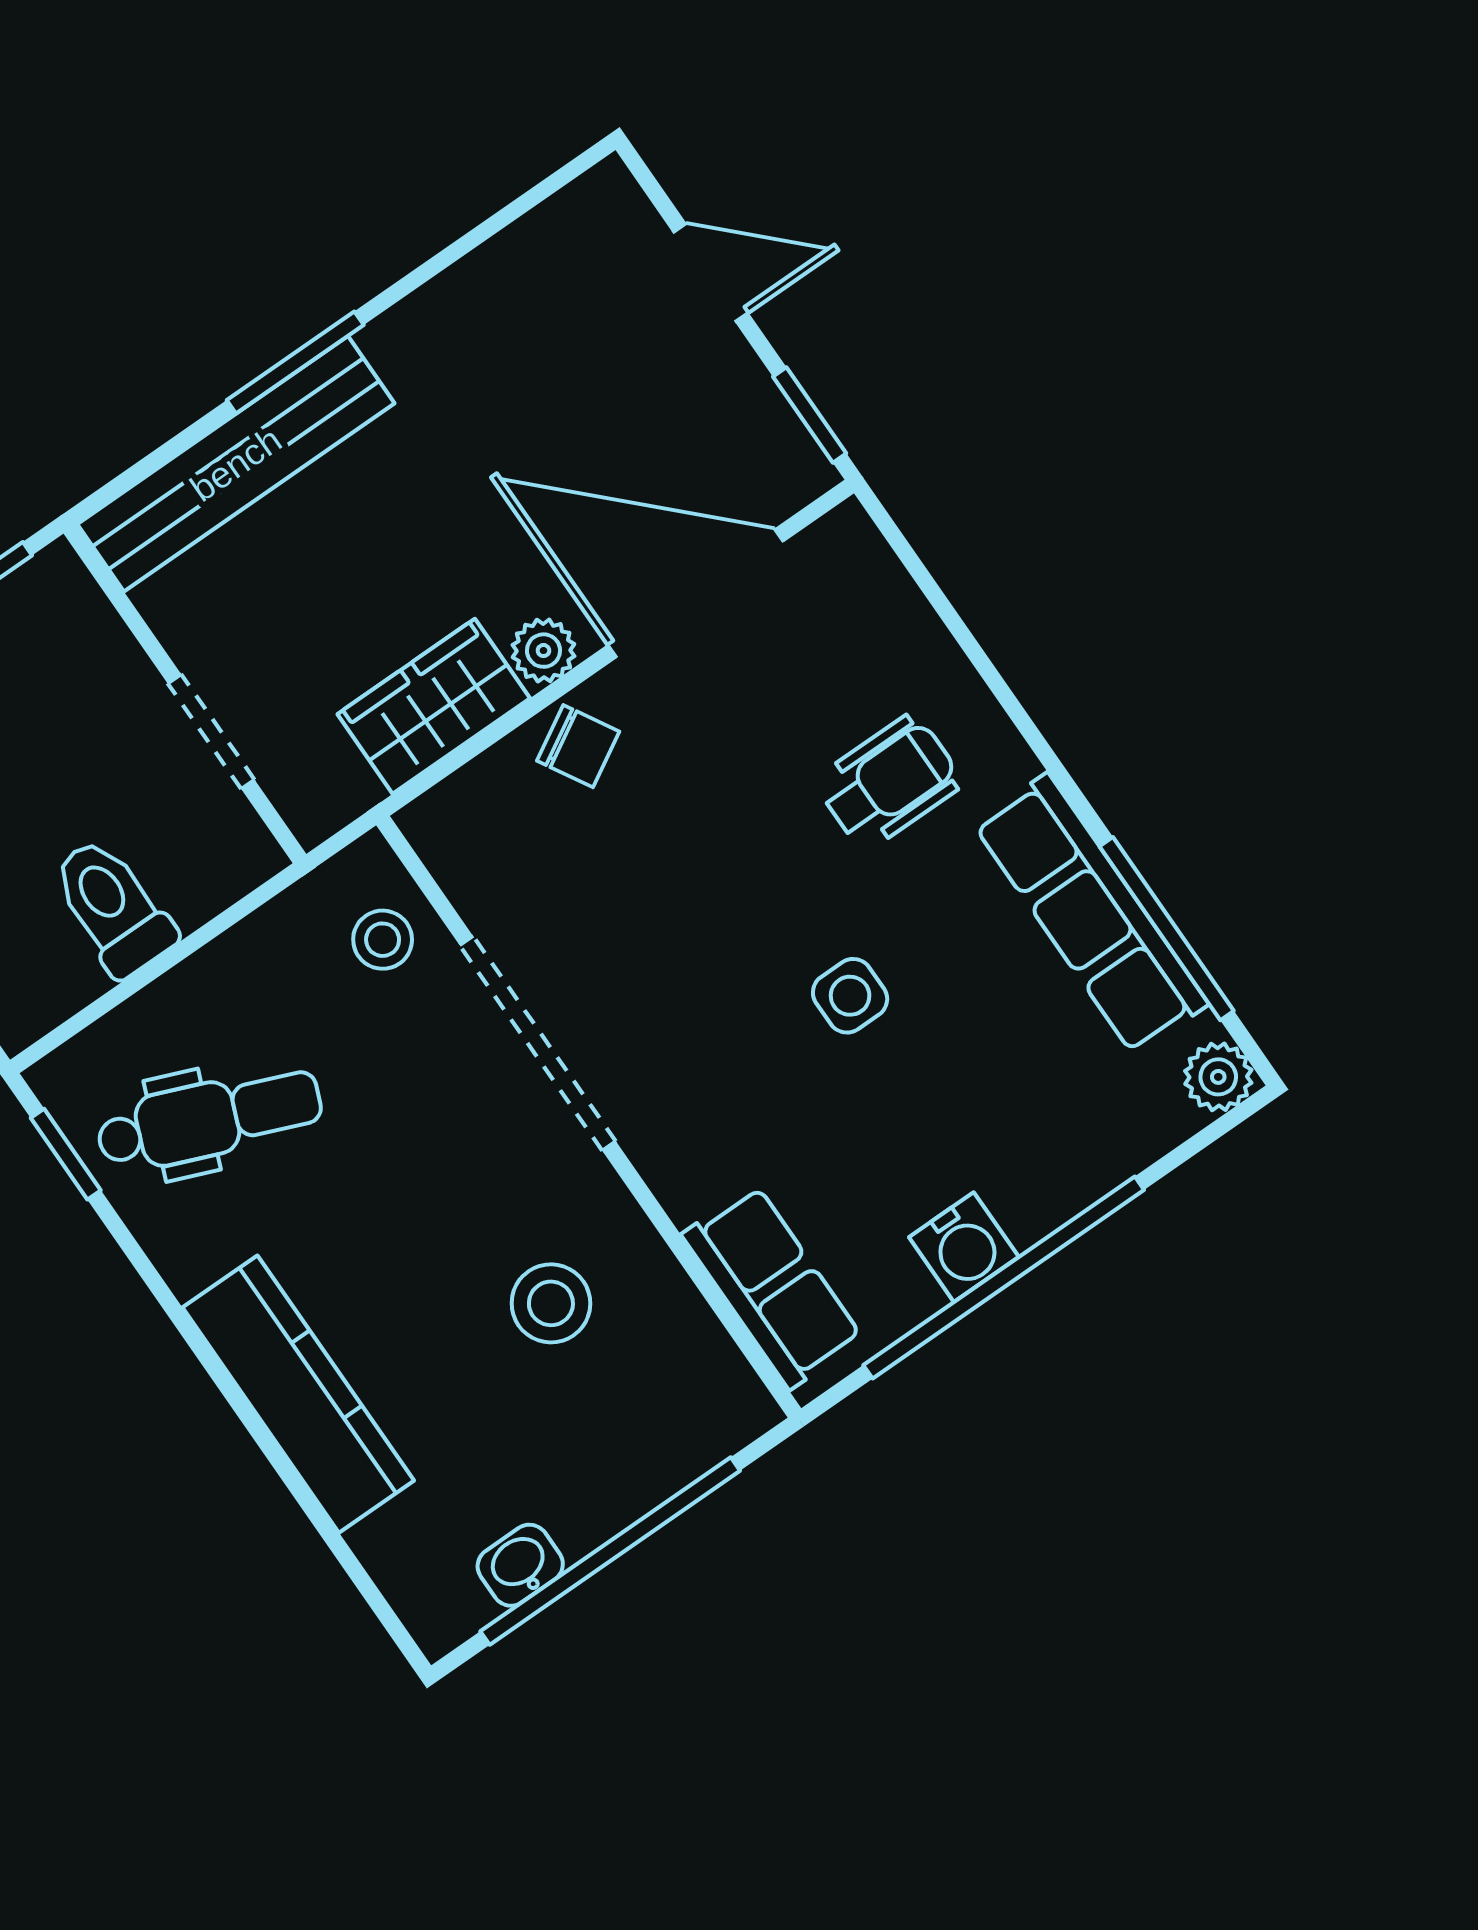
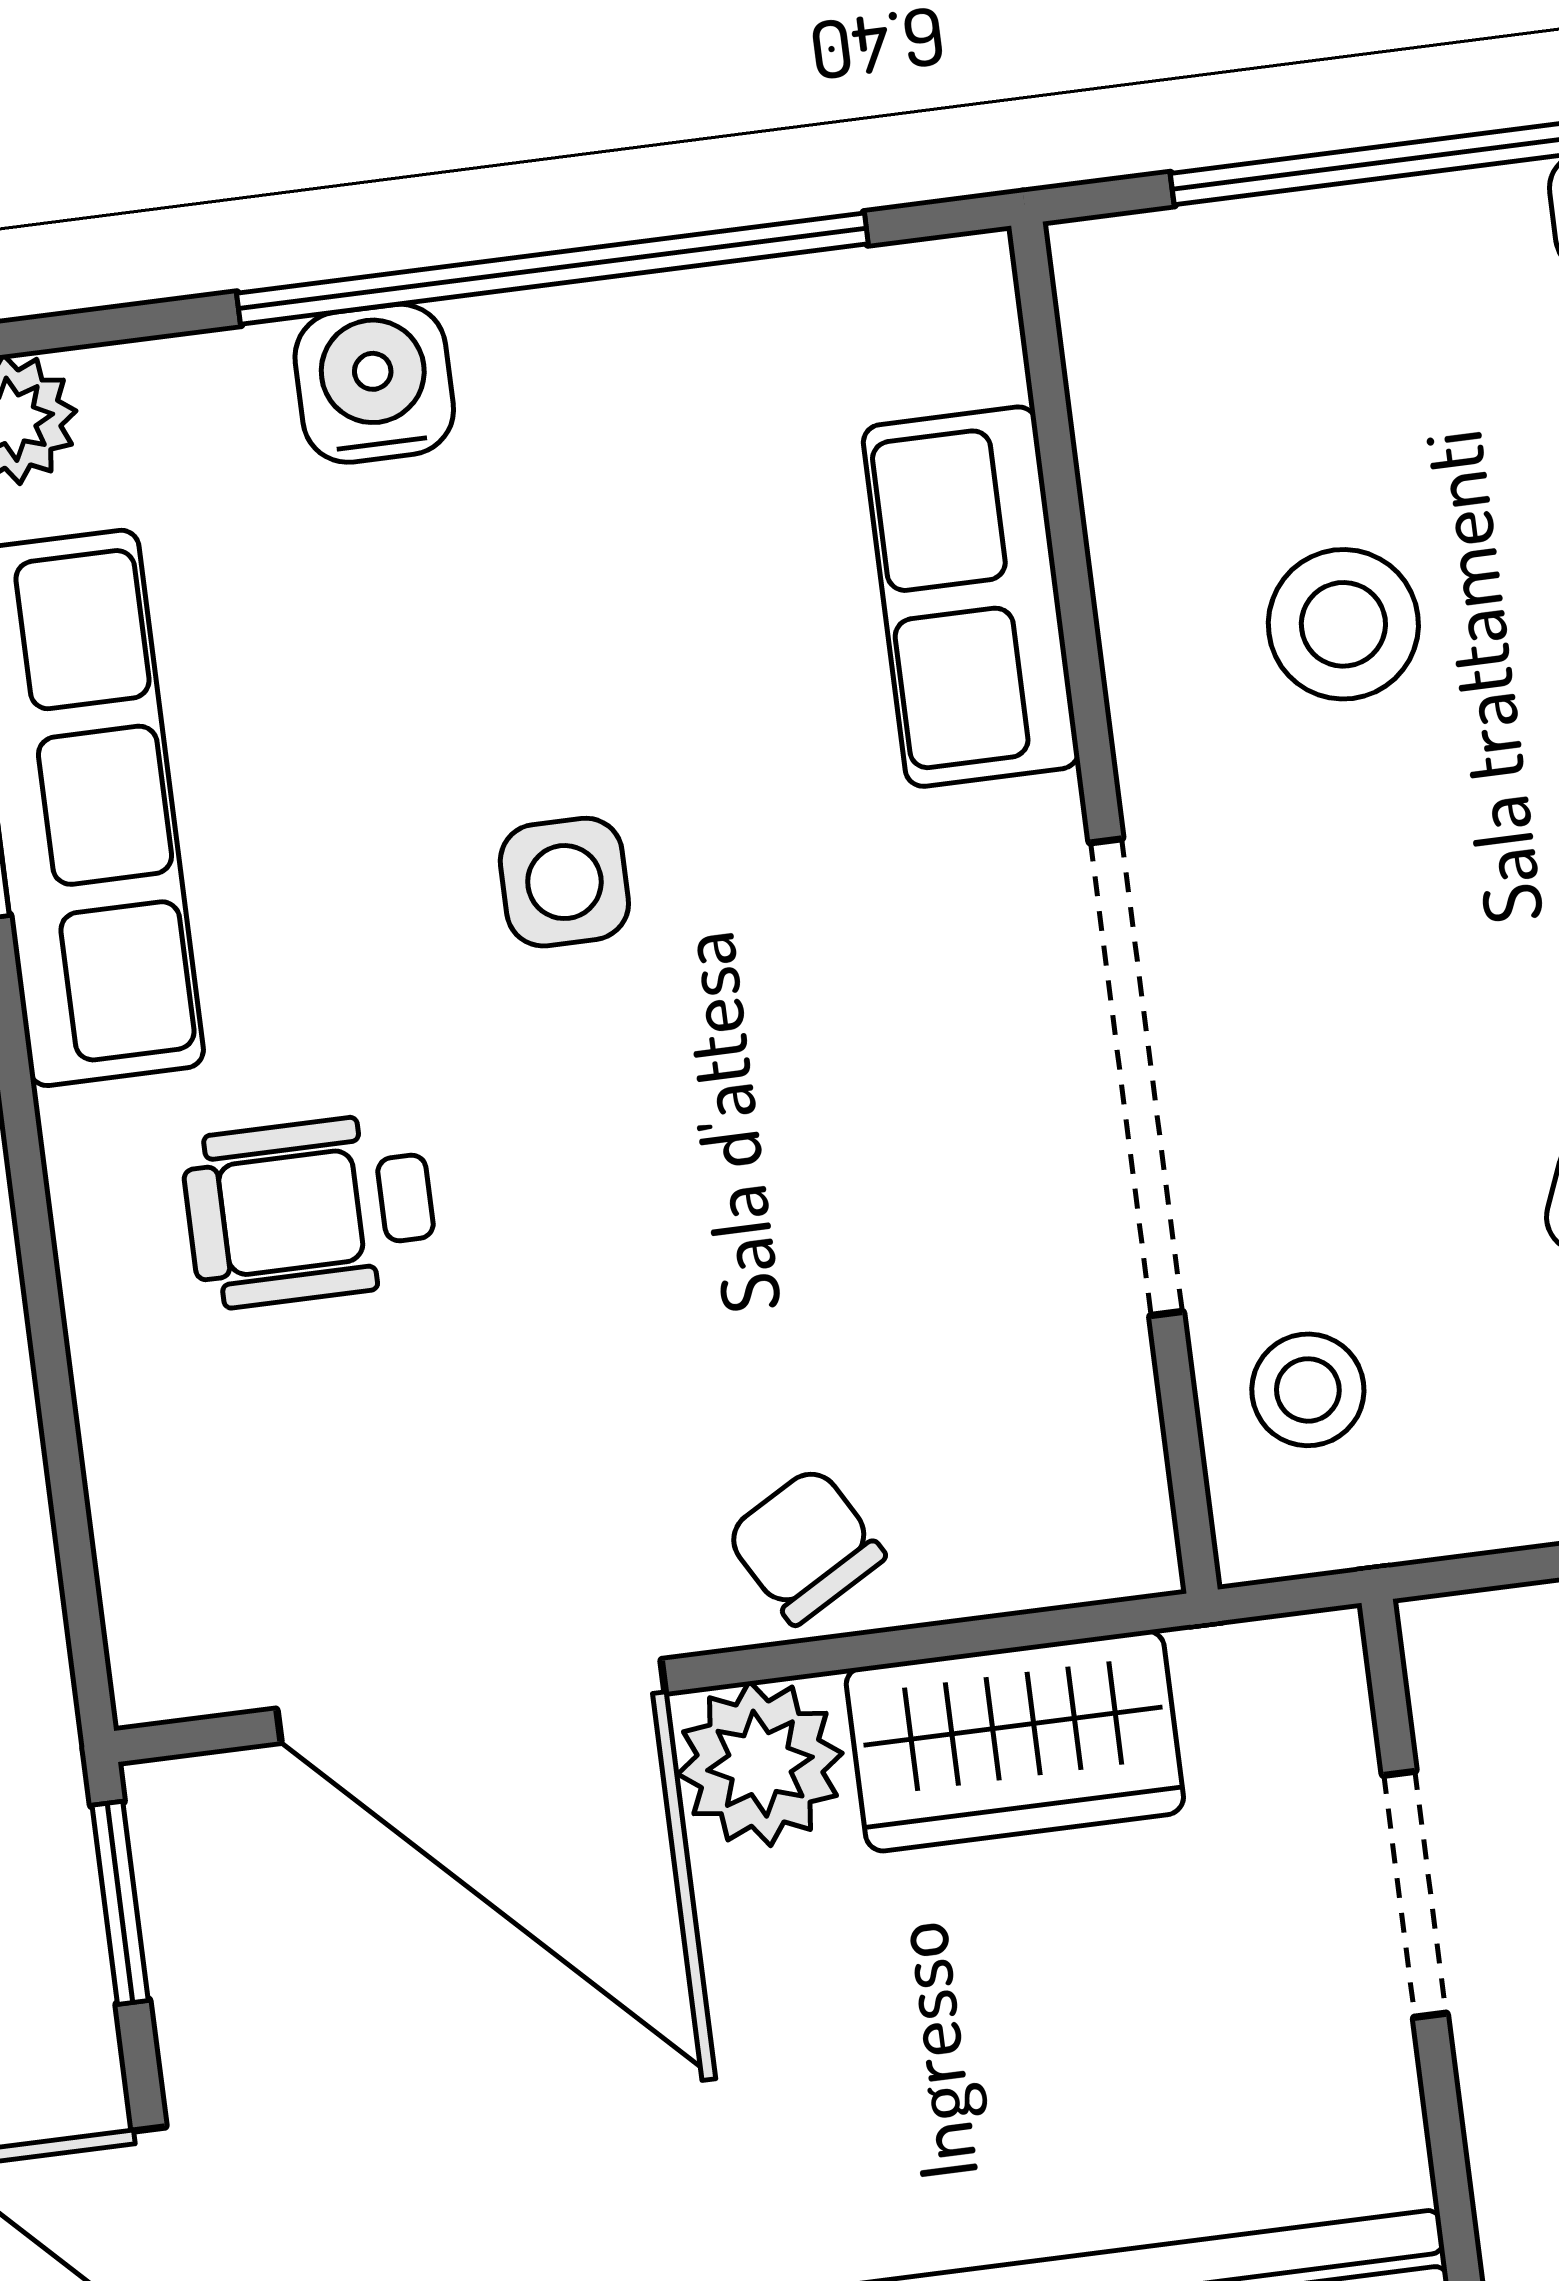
plant: (544, 651) -> (760, 1764), width x1.38, depth x1.38
water cooler: (964, 1247) -> (374, 383), moved
row of seats: (772, 1287) -> (971, 597), moved

